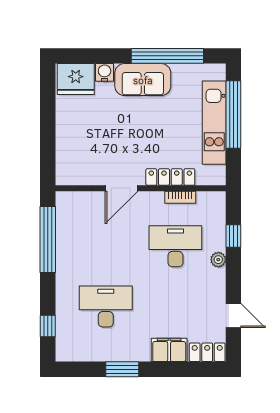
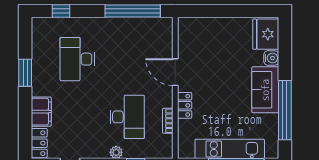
locker: (170, 177) -> (185, 105), width x0.66
desk: (106, 306) -> (77, 59), turned 180

